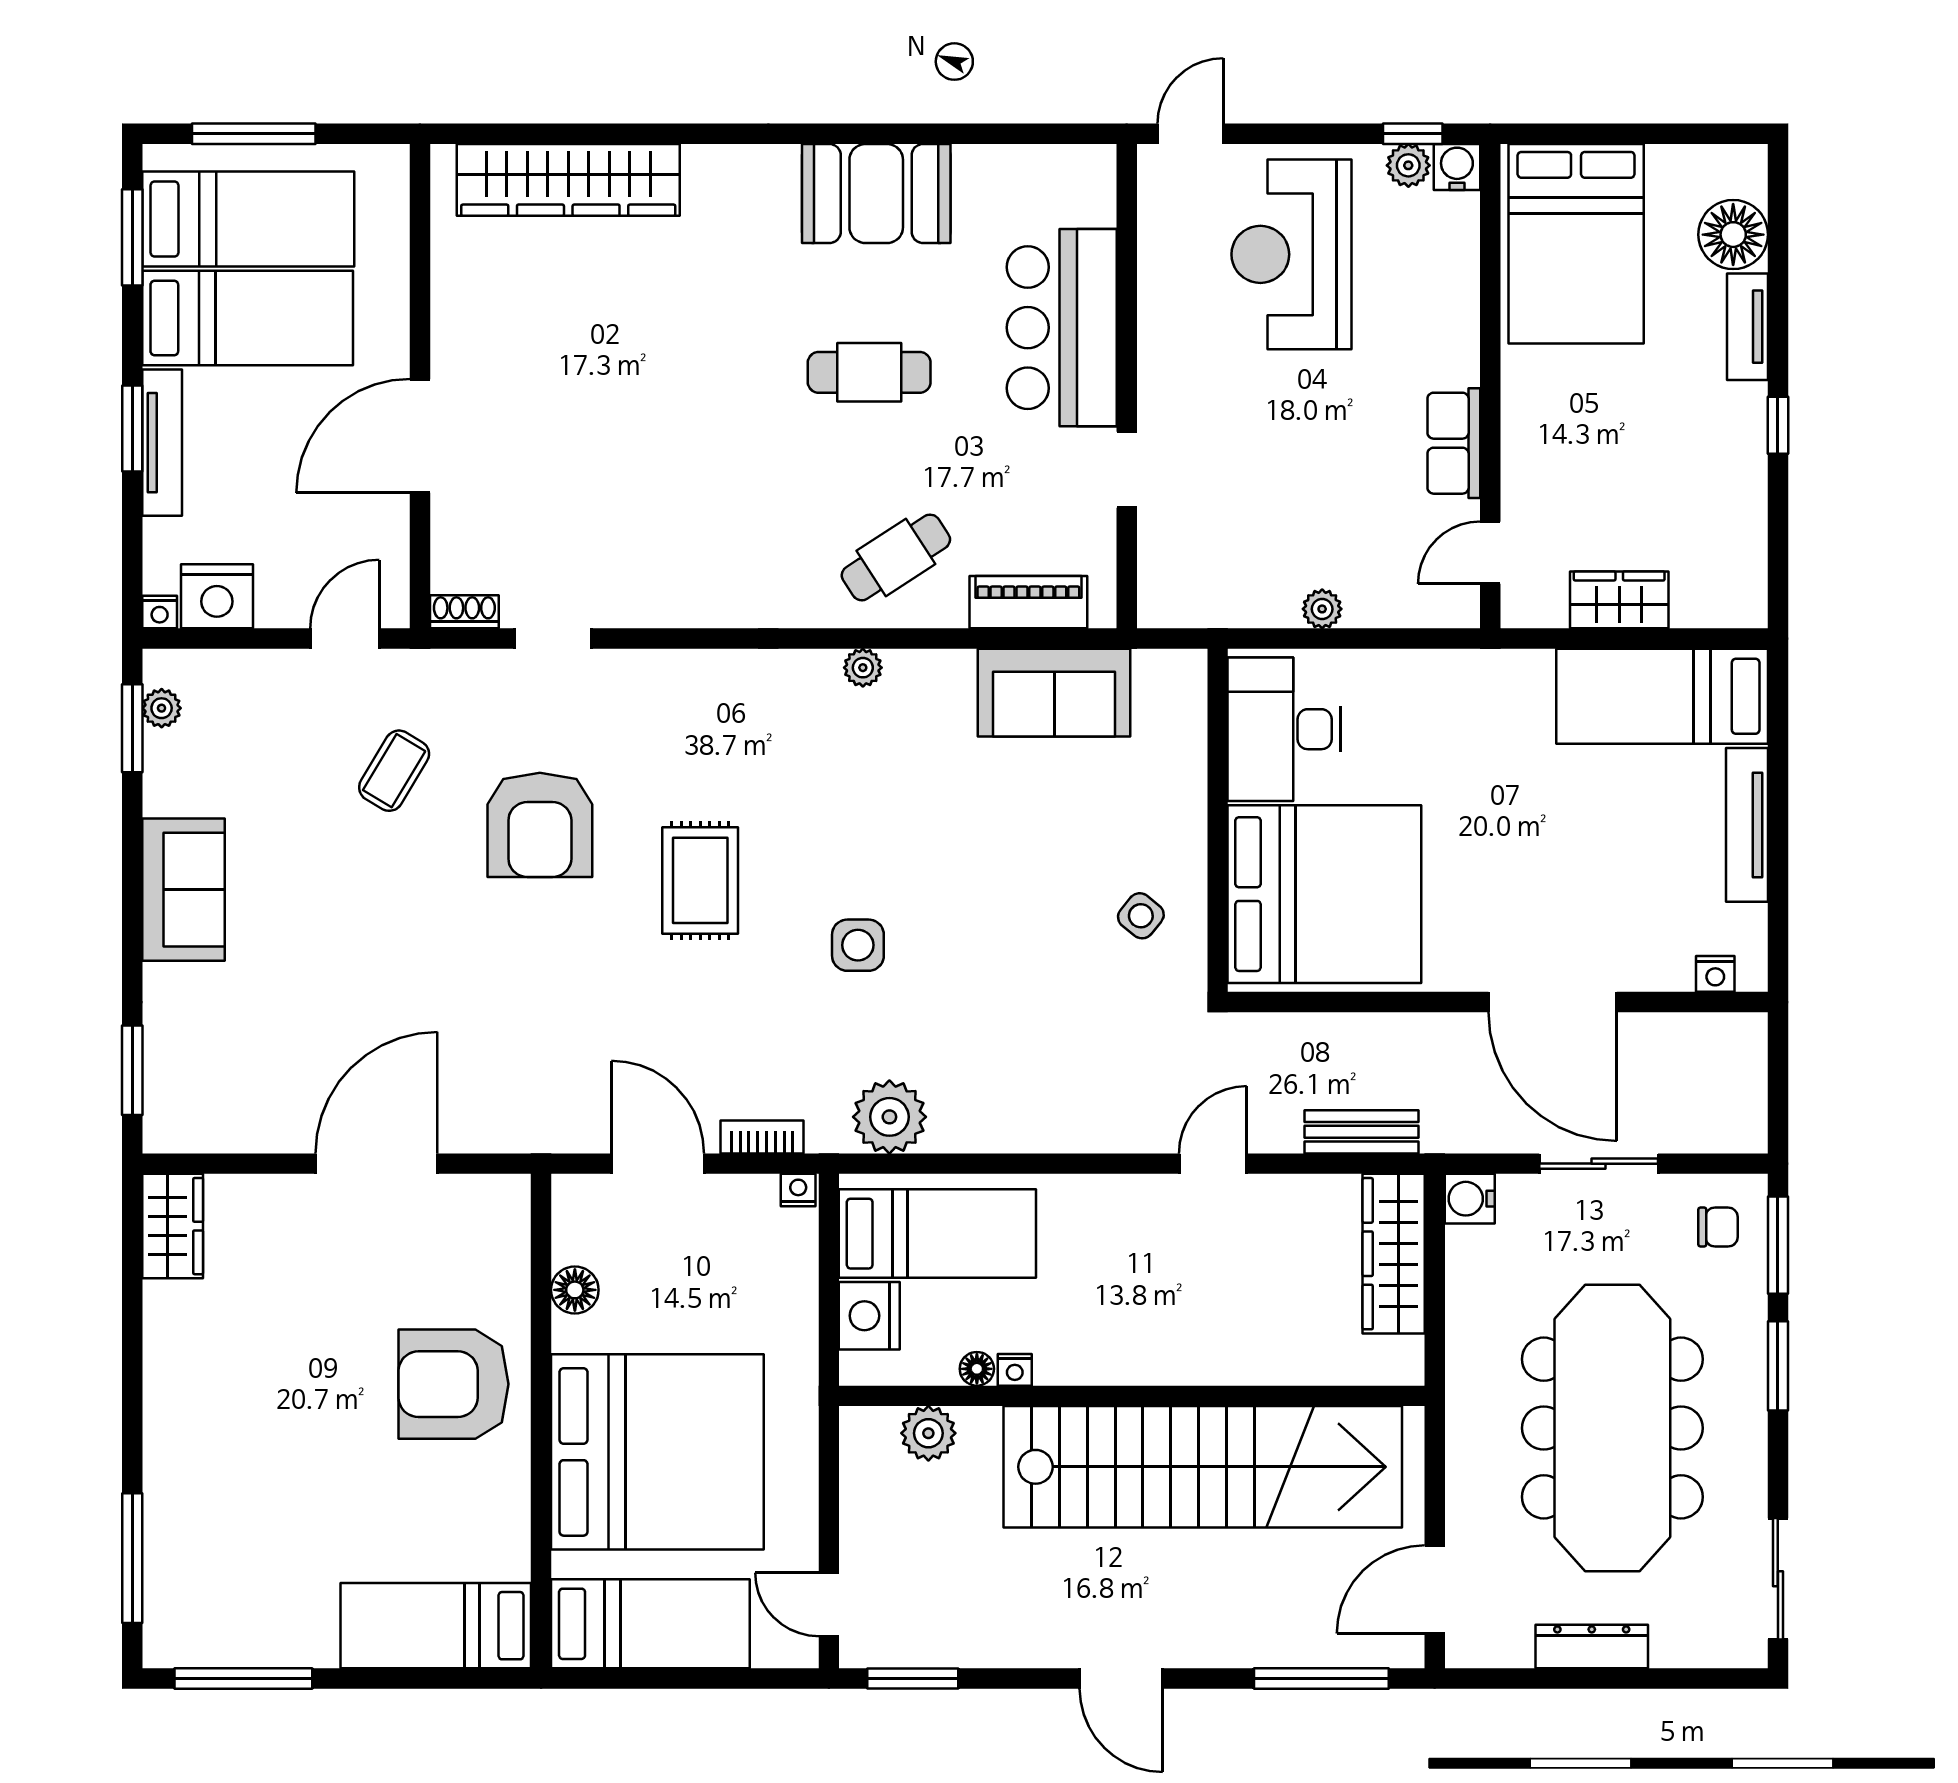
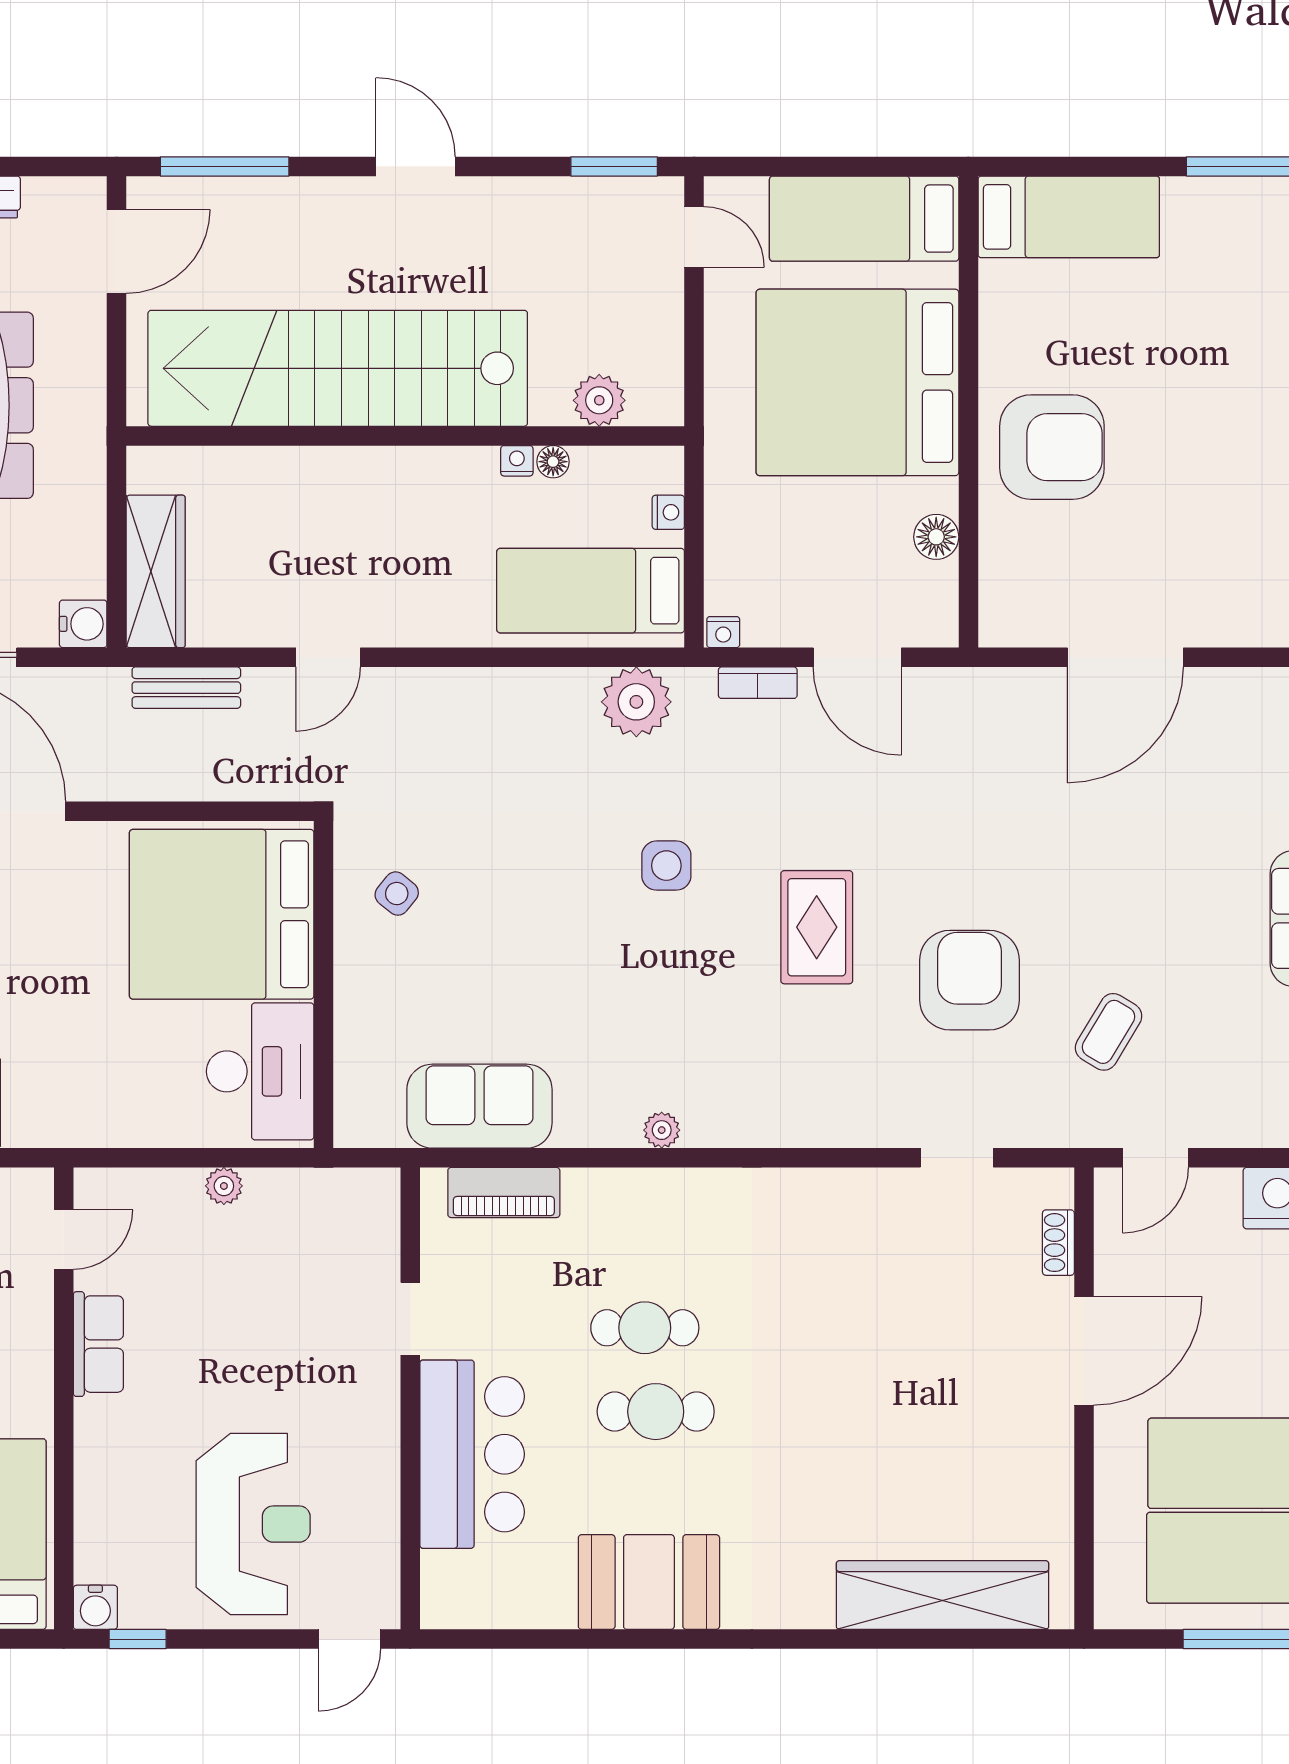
plant: (1408, 165) -> (142, 1609), removed
cafe table: (896, 557) -> (645, 1328), moved, turned 33
shoe rack: (464, 612) -> (1058, 1243), moved, turned 90
nightstand: (869, 1316) -> (668, 512), width x0.53, depth x0.56

